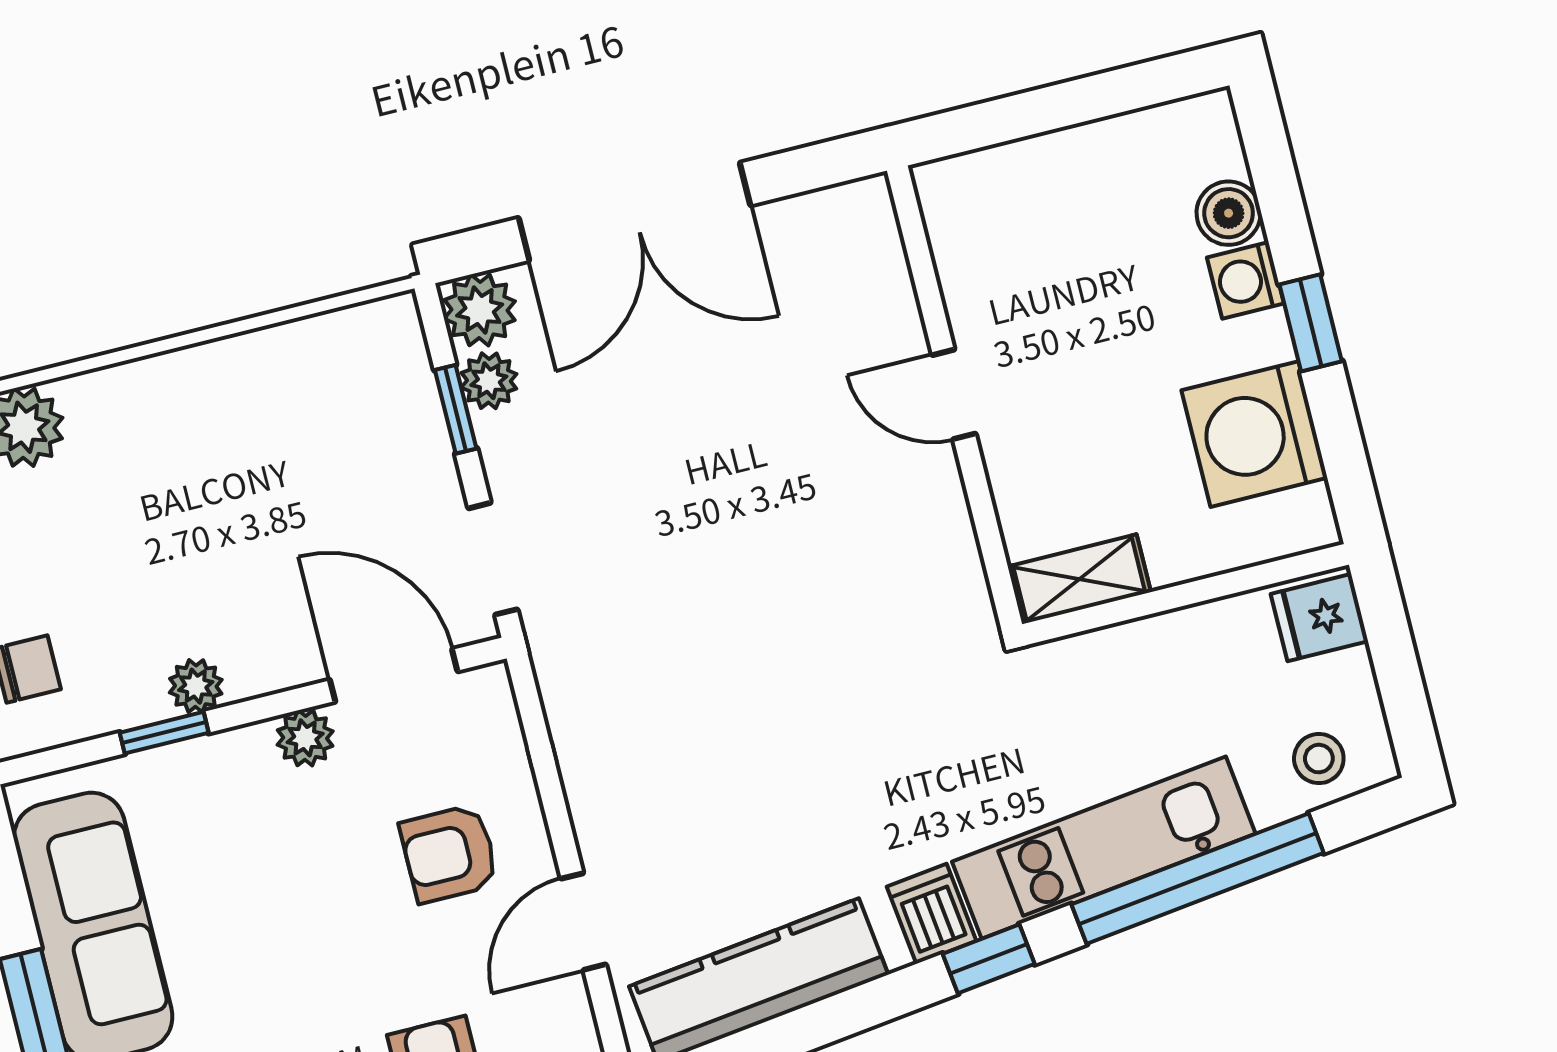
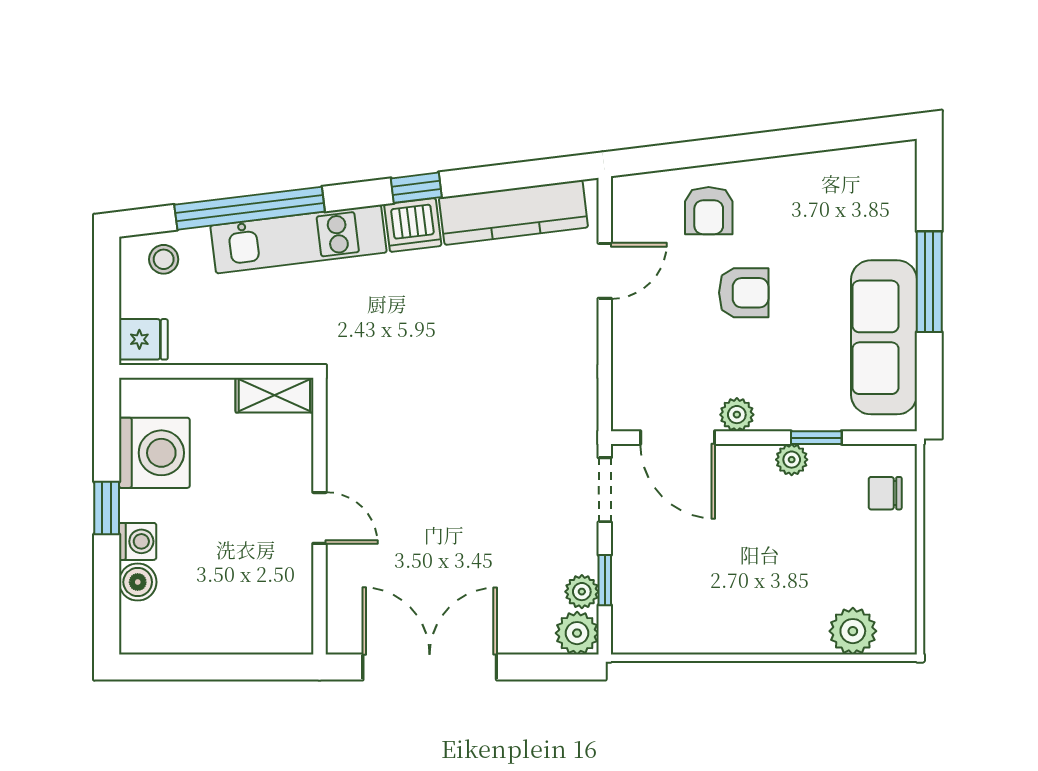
double door: (634, 212) -> (430, 667), moved
armchair: (449, 854) -> (744, 293), moved
dishwasher: (931, 914) -> (413, 225), width x1.38
window: (989, 959) -> (416, 188), moved

